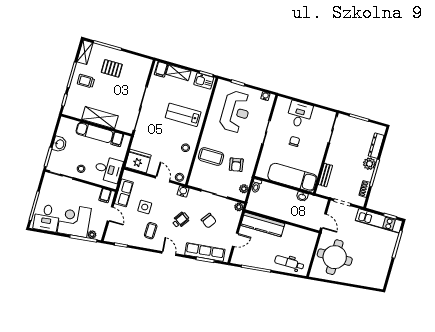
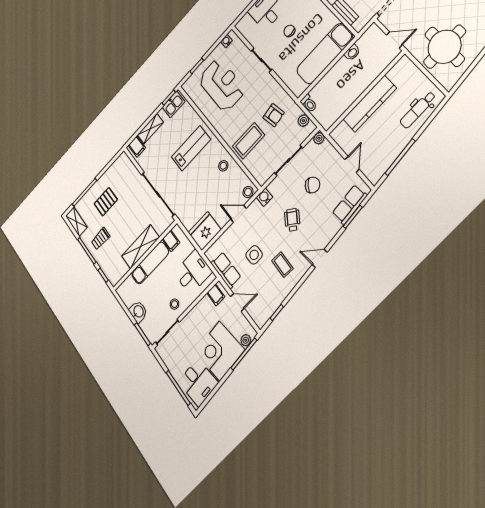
lab bench: (183, 115) -> (191, 148), turned 180
kitchen counter: (263, 224) -> (370, 104), moved
row of seats: (205, 252) -> (350, 204), width x0.68

